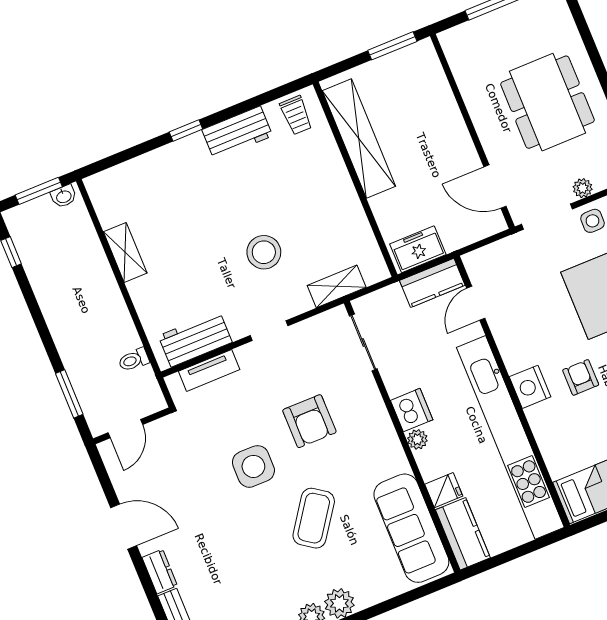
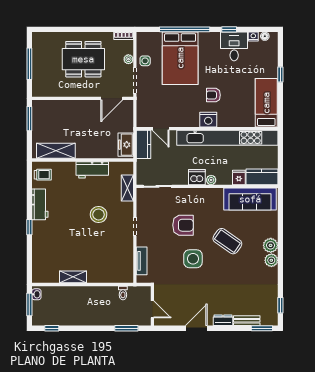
shelving: (359, 139) -> (56, 151), width x0.68
workbench: (195, 339) -> (92, 170), moved, turned -90

